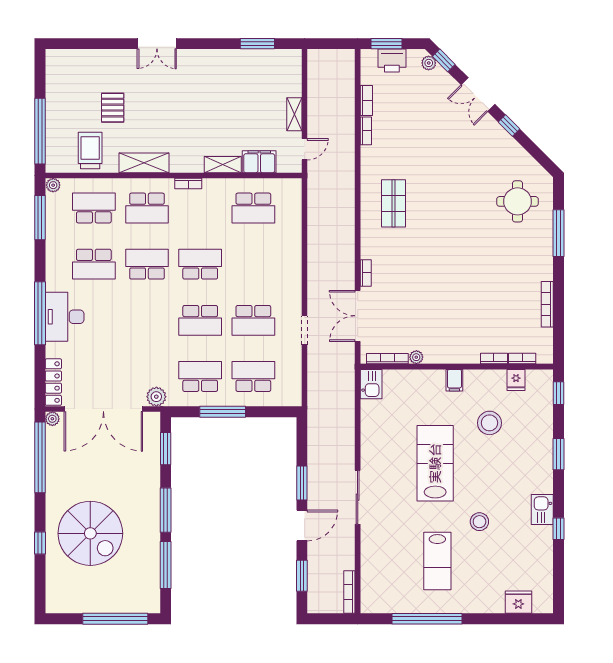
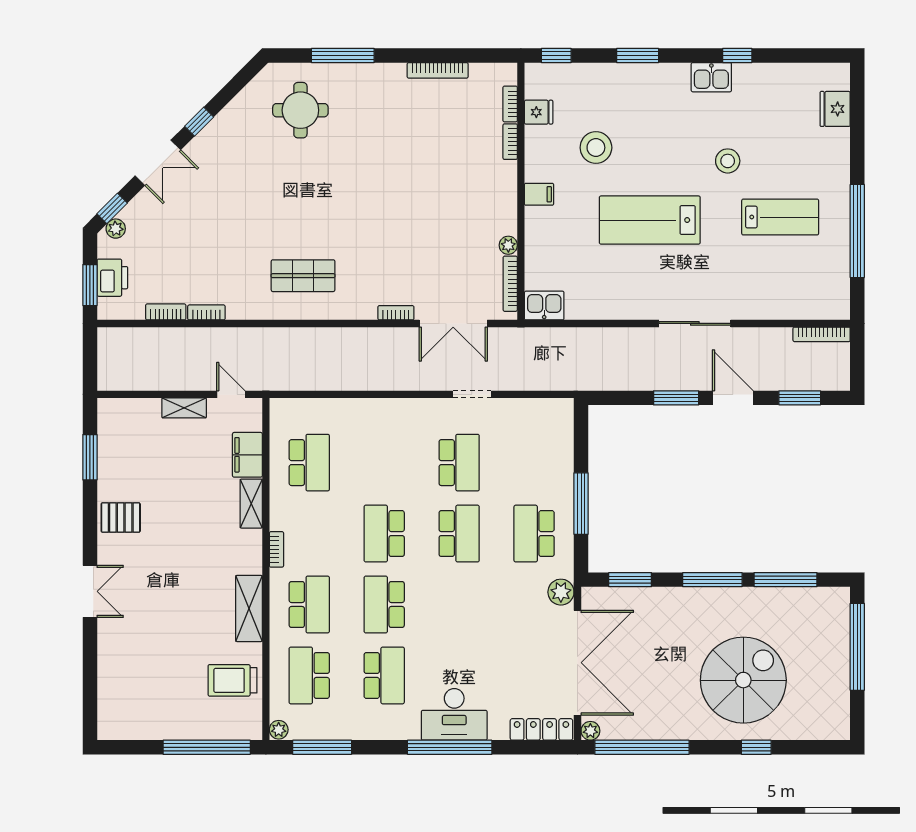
pallet: (113, 108) -> (121, 518), moved
school desk: (253, 377) -> (534, 463), removed

